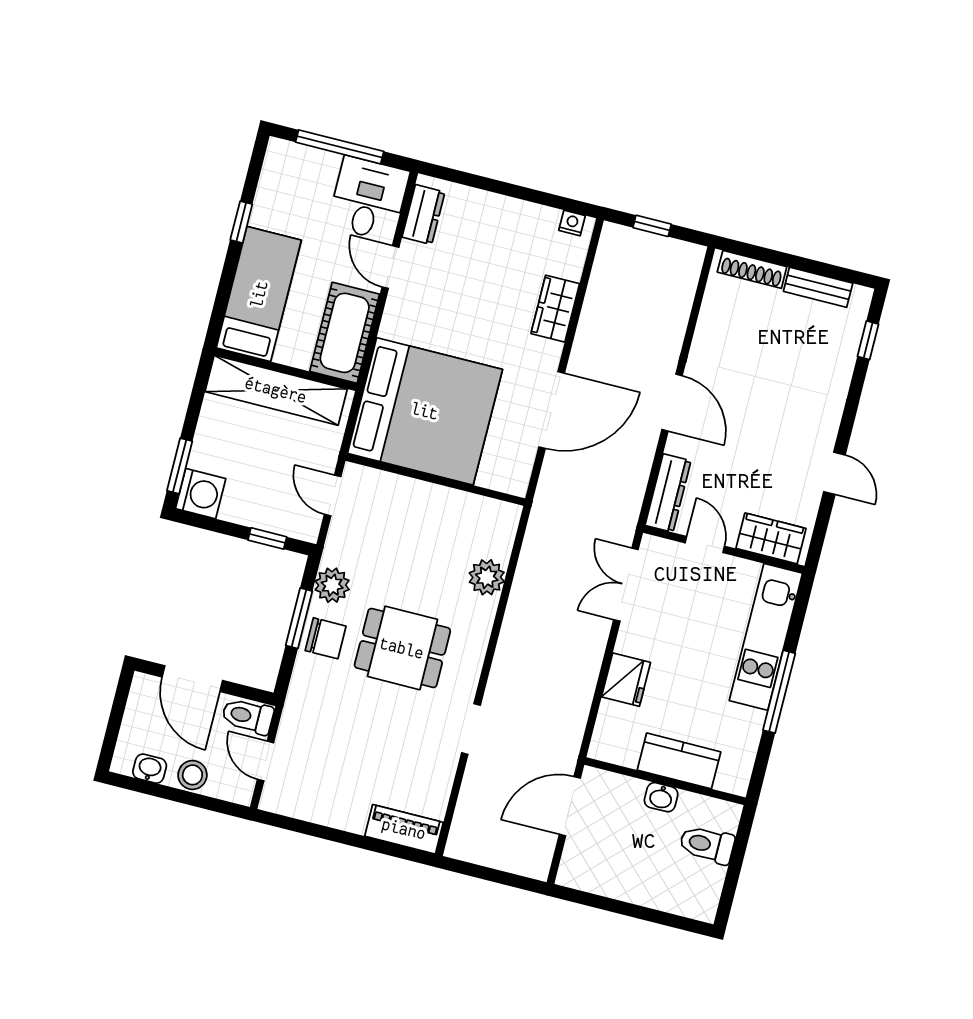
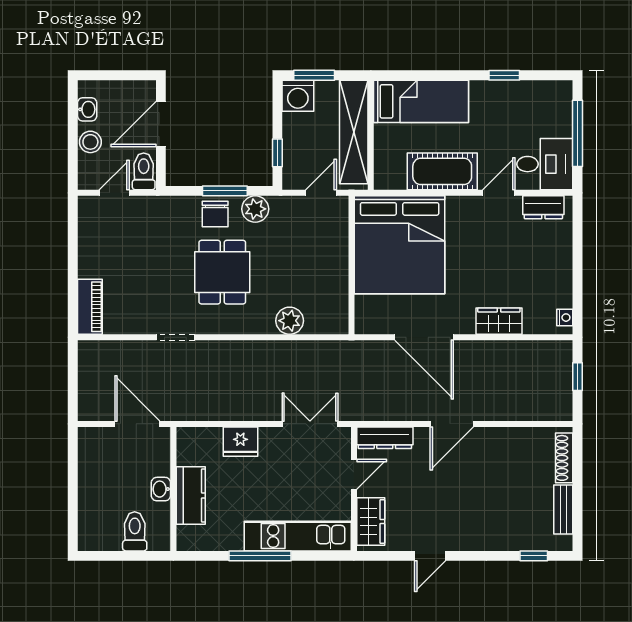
bed: (259, 294) -> (421, 101), moved
wall: (286, 369) -> (371, 135), moved
shelving: (276, 390) -> (354, 132), moved

